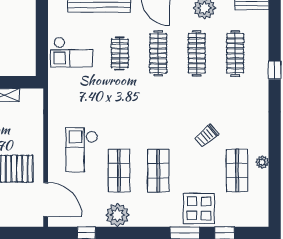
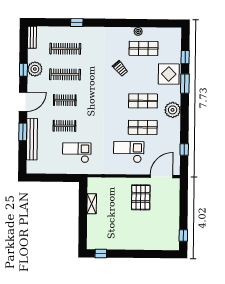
checkout: (72, 52) -> (77, 153), moved, turned -90
clothes rail: (158, 53) -> (65, 100), width x0.73
checkout: (82, 150) -> (129, 152), turned 180
plant: (117, 215) -> (173, 110), moved

